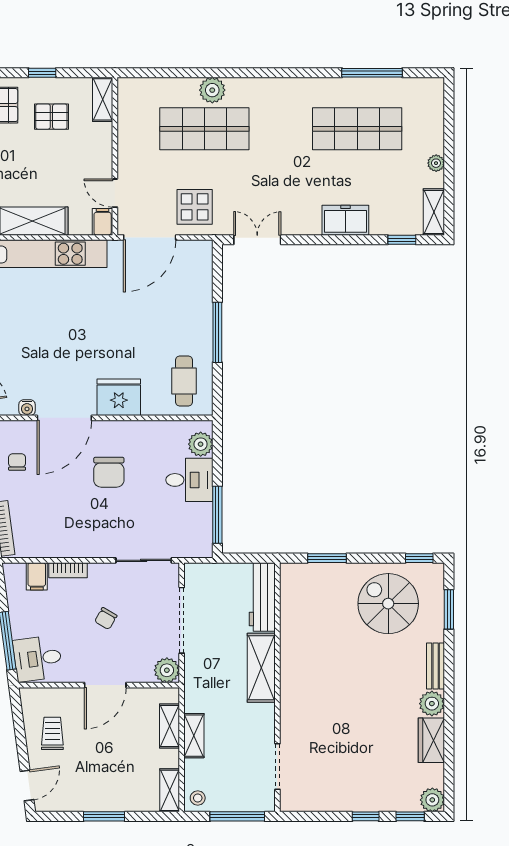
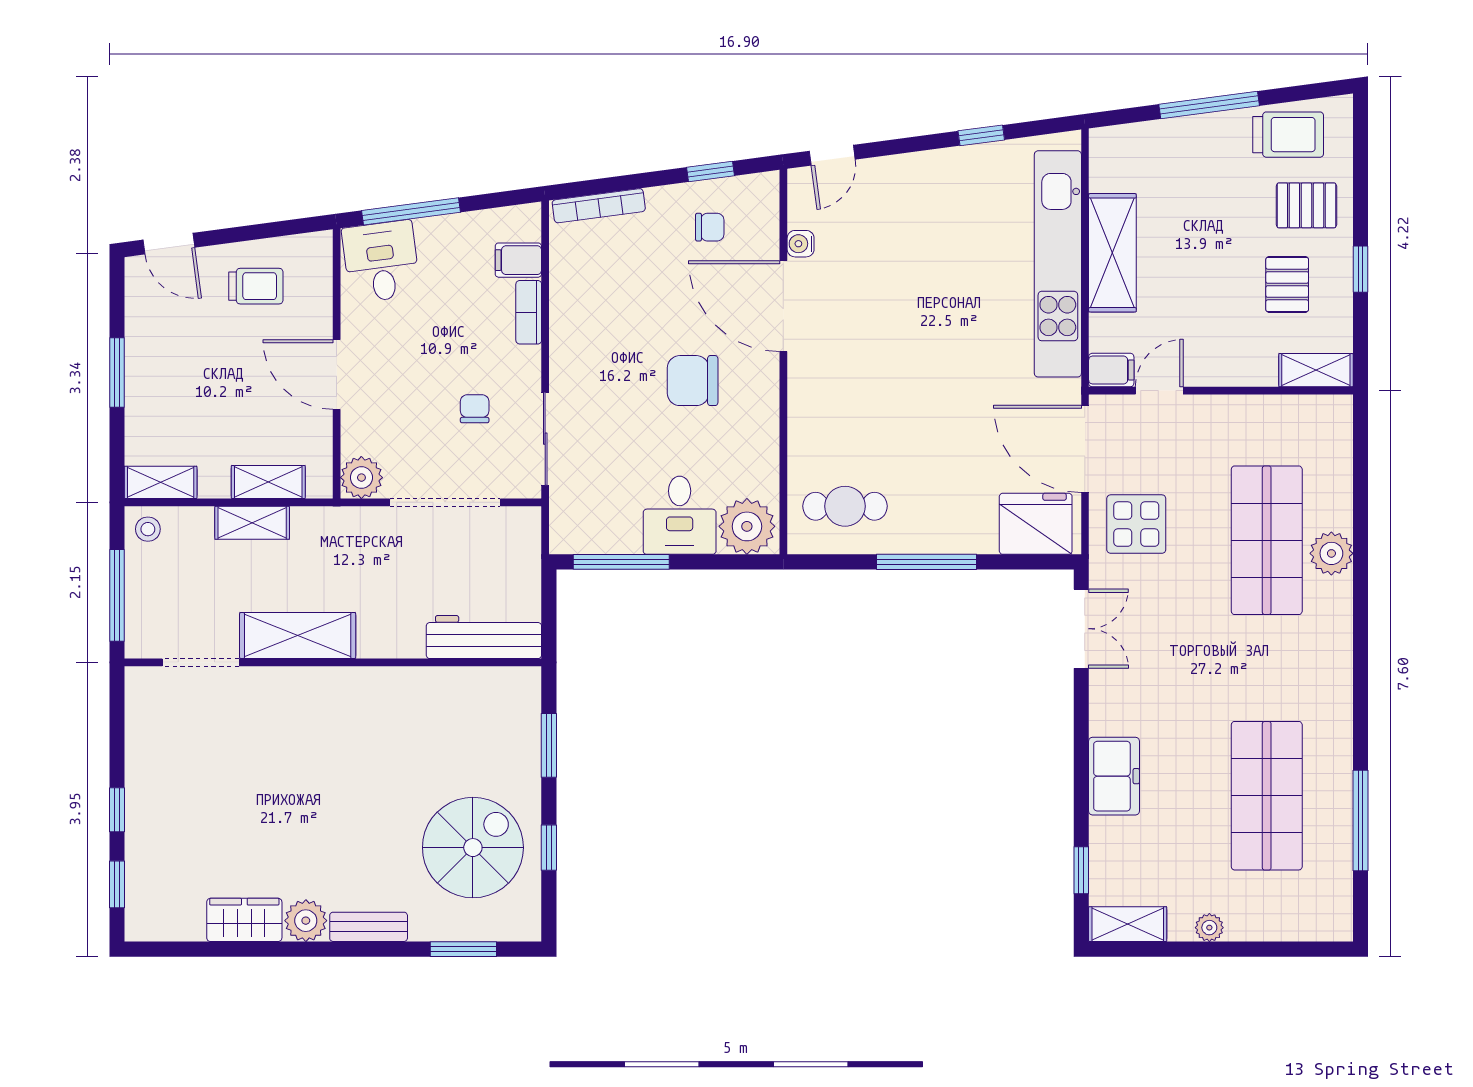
fridge: (119, 397) -> (1036, 524), moved, turned -90
plant: (201, 444) -> (747, 526), width x1.36, depth x1.36
window: (419, 558) -> (549, 848), moved
chair: (106, 619) -> (475, 409), moved, turned 60
shelving: (261, 668) -> (298, 636), moved
plant: (432, 800) -> (145, 921), removed

